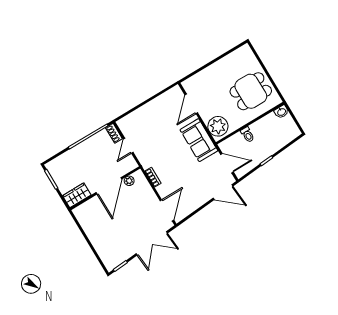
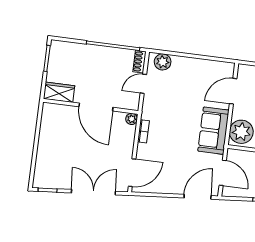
plant: (129, 121) -> (163, 62), added
plant: (129, 181) -> (132, 119), moved
door: (109, 186) -> (96, 107), hinge flipped
door: (223, 192) -> (198, 197), swing flipped
double door: (152, 243) -> (93, 192), swing flipped

